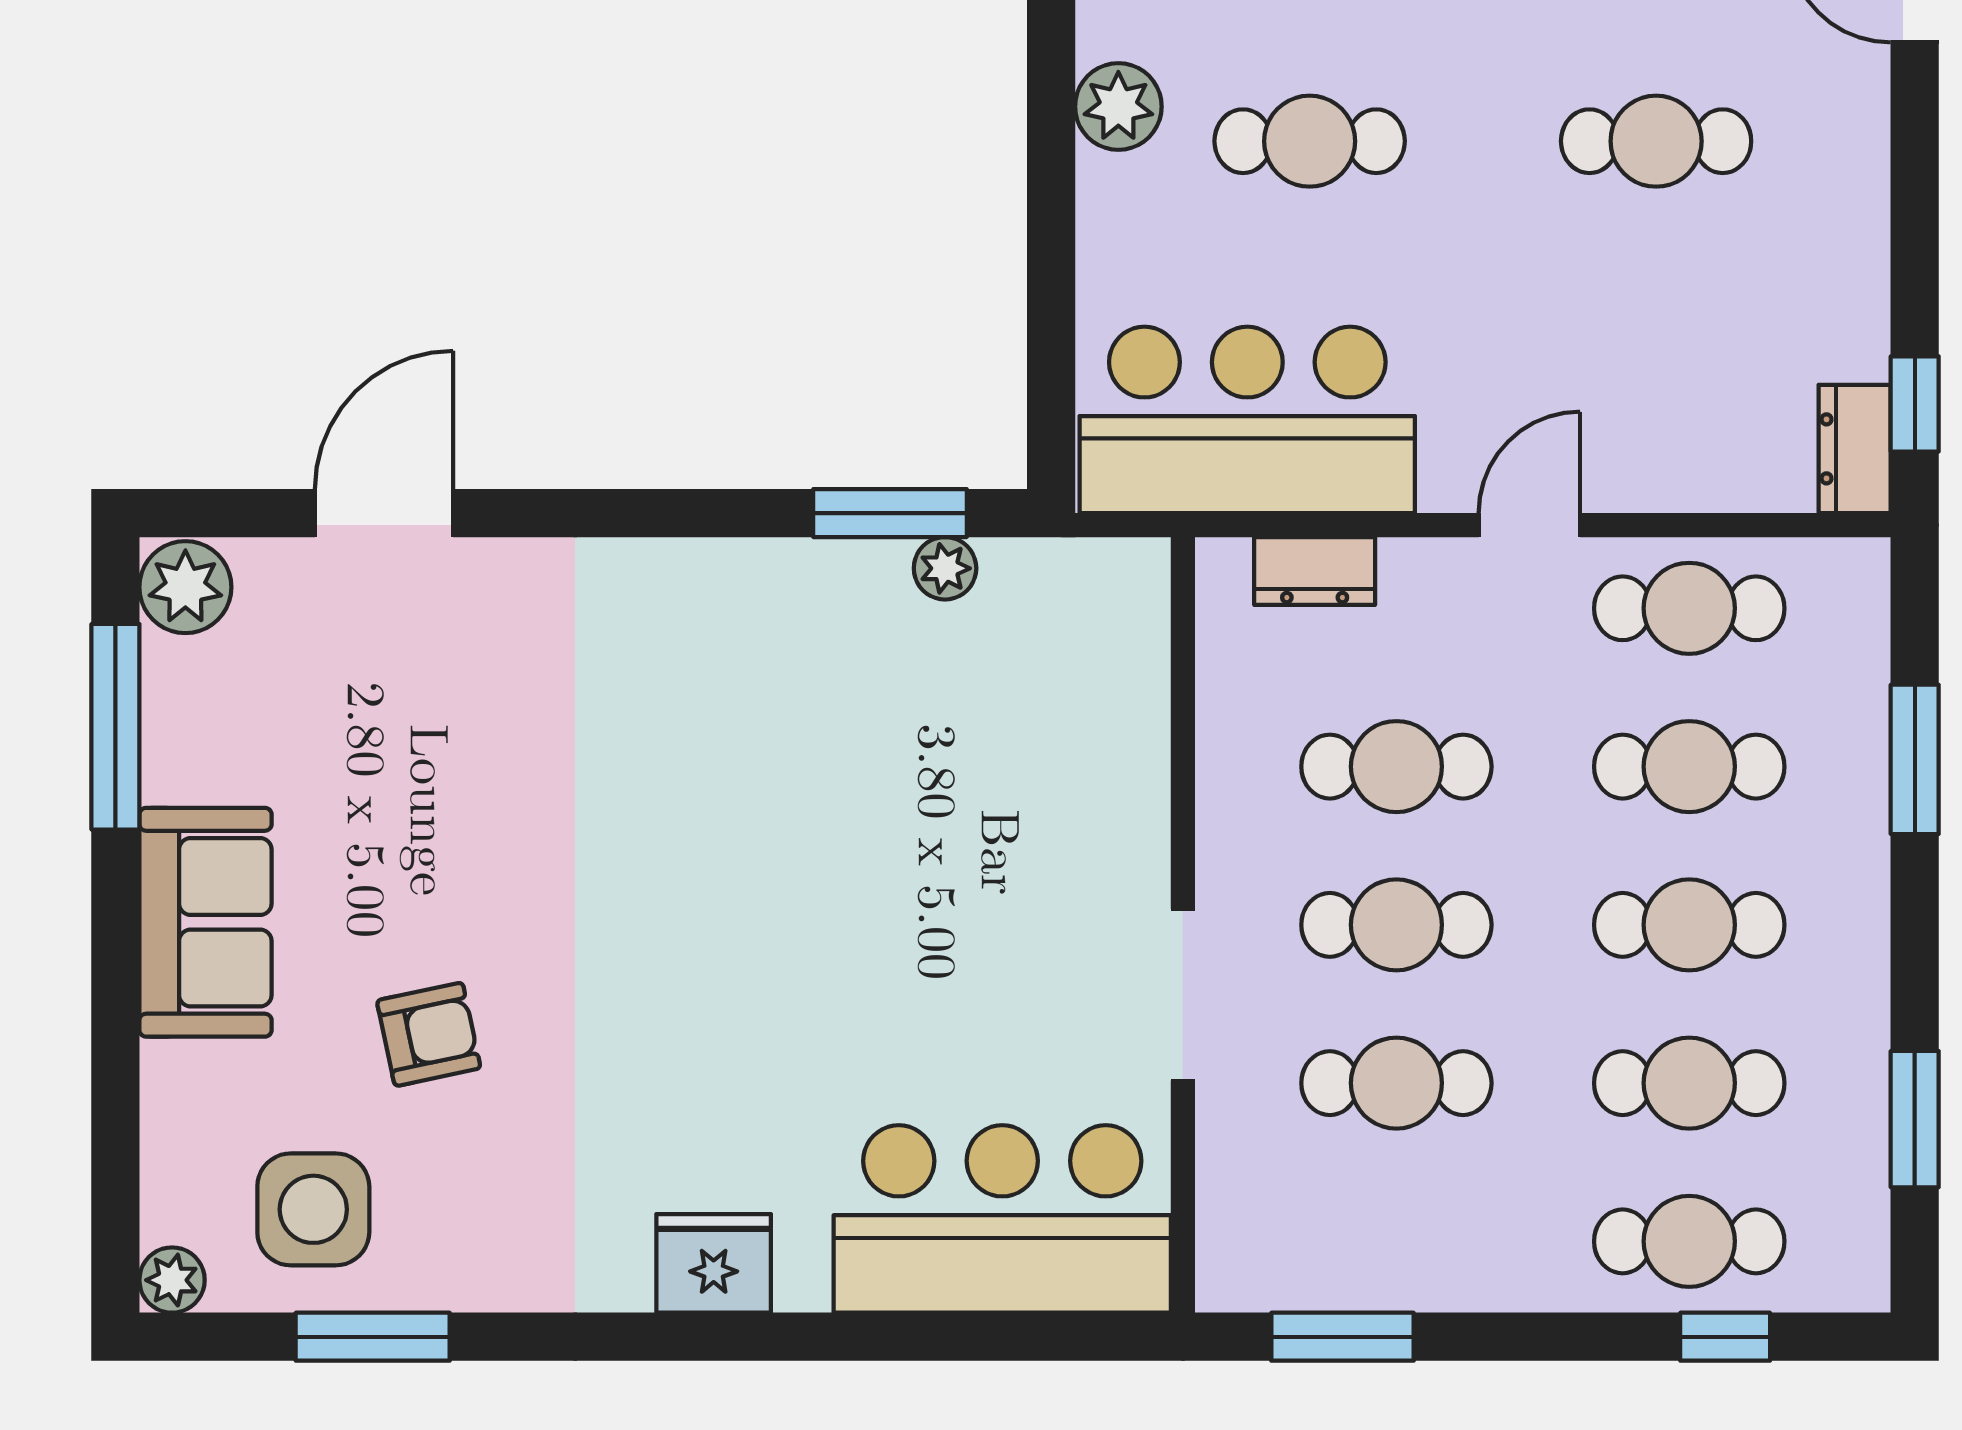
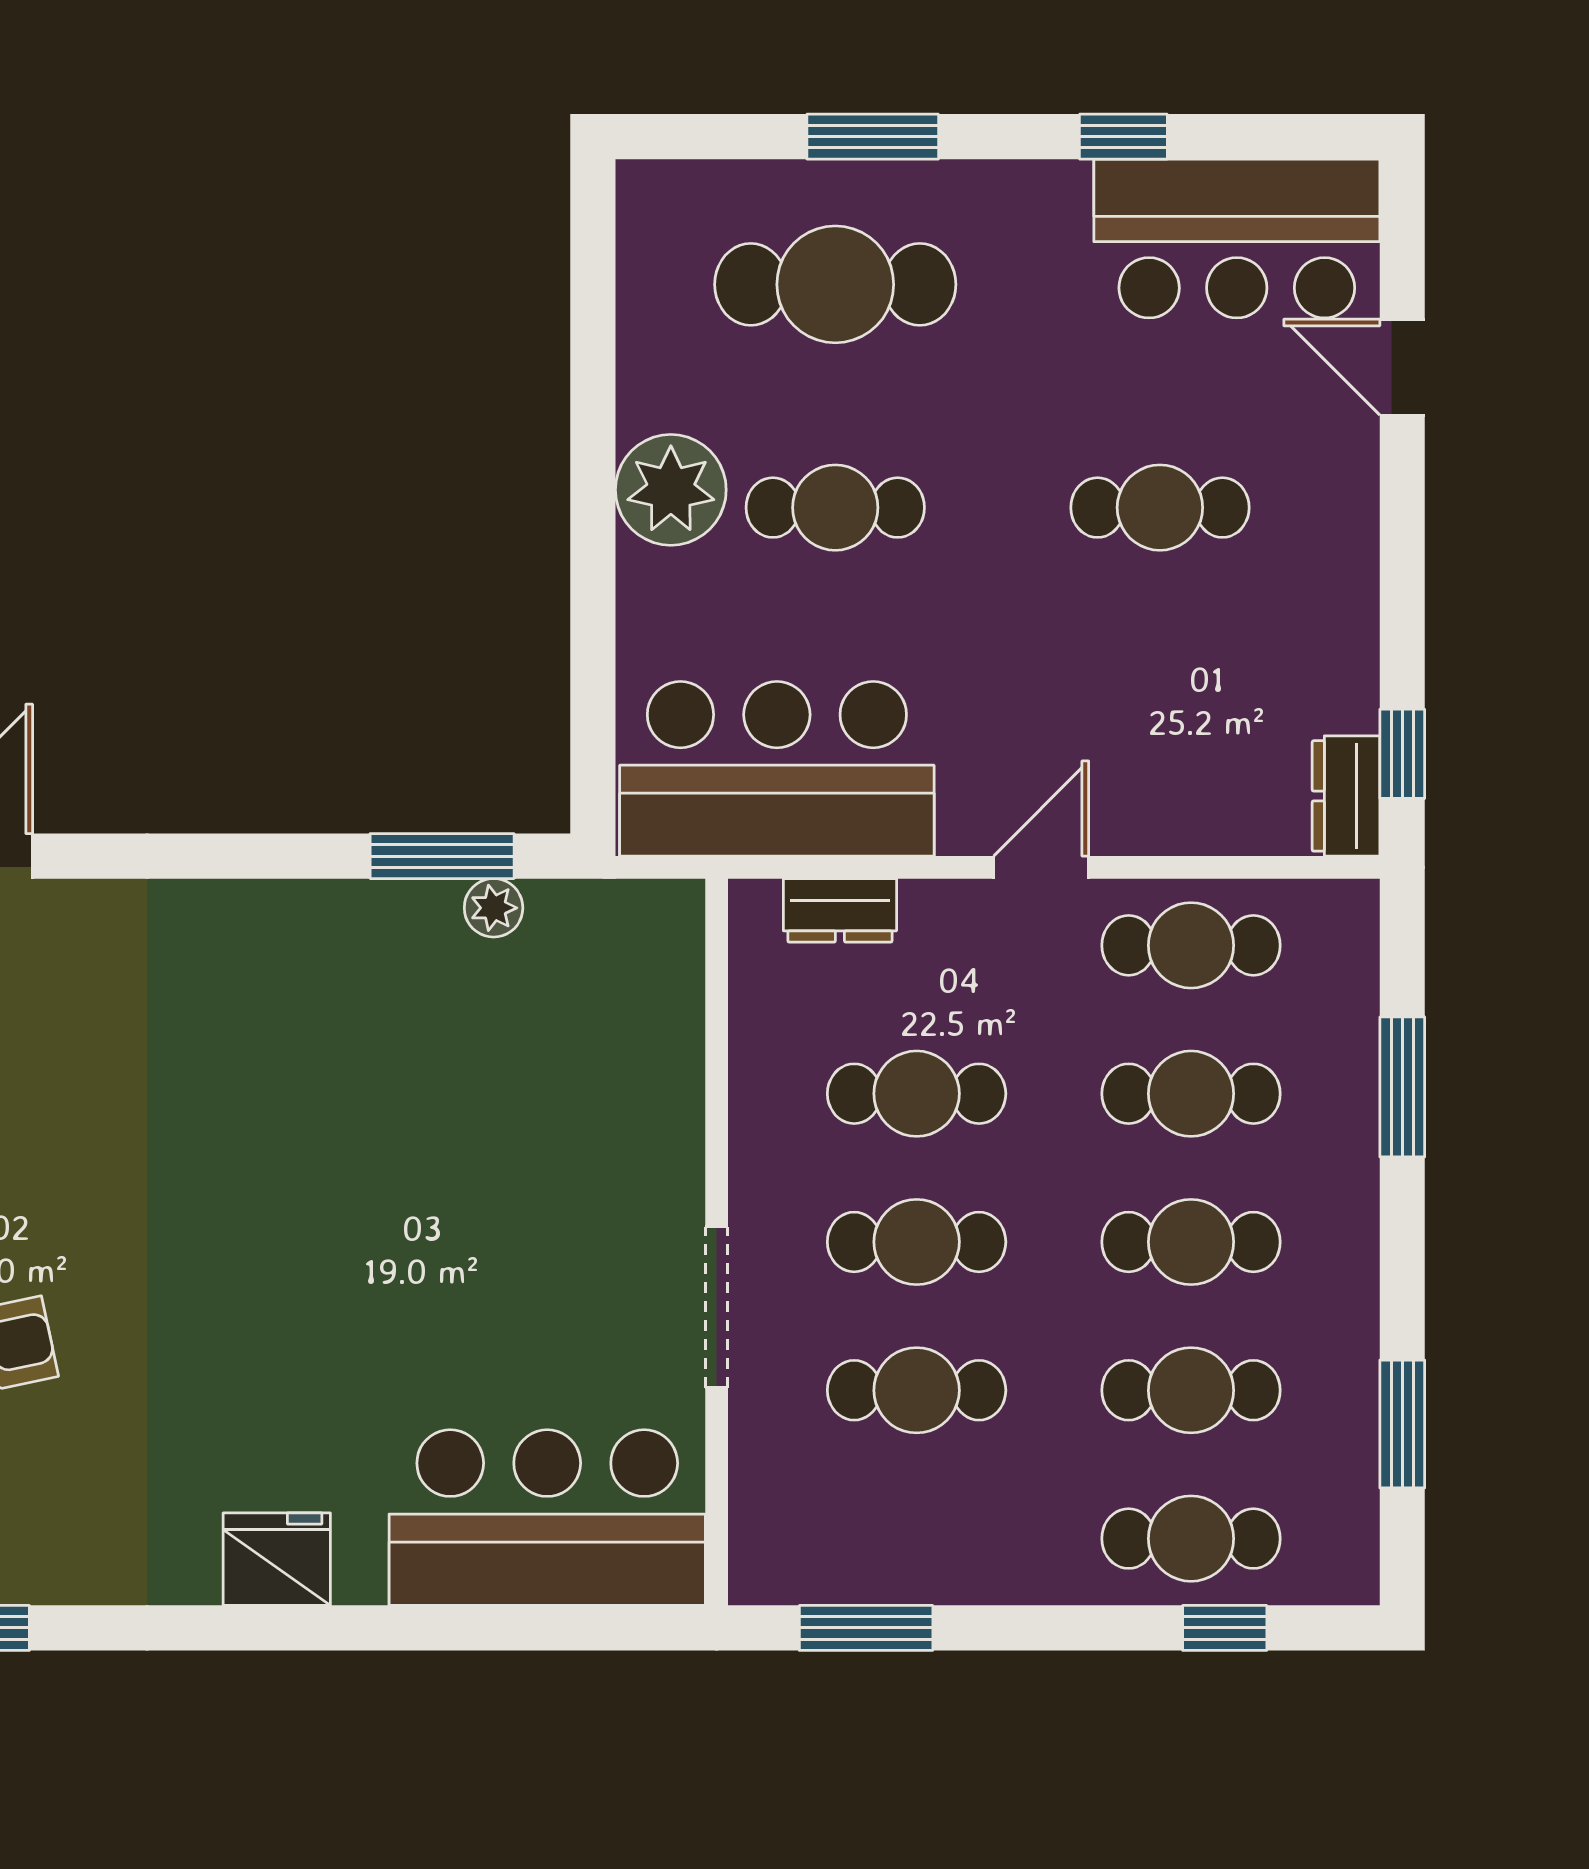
plant: (1118, 107) -> (671, 490), width x1.36, depth x1.36

